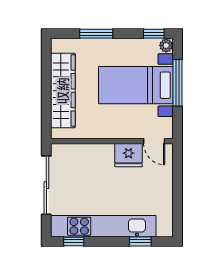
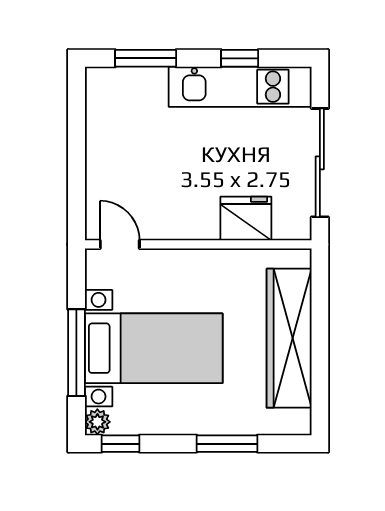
fridge: (128, 155) -> (246, 218), moved
kitchen unit: (103, 226) -> (240, 87), width x0.73
window: (74, 241) -> (240, 58), moved
window: (140, 241) -> (146, 58), width x1.50

